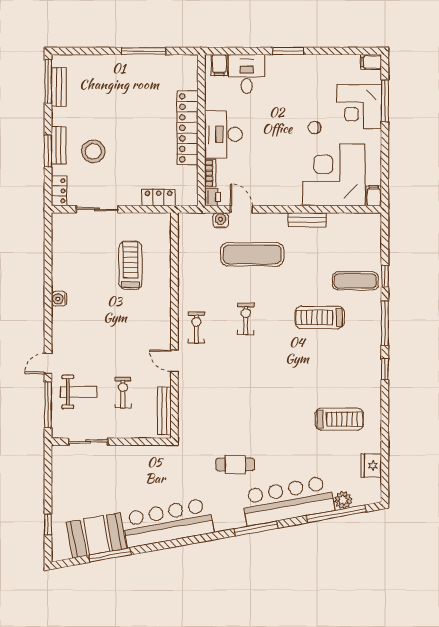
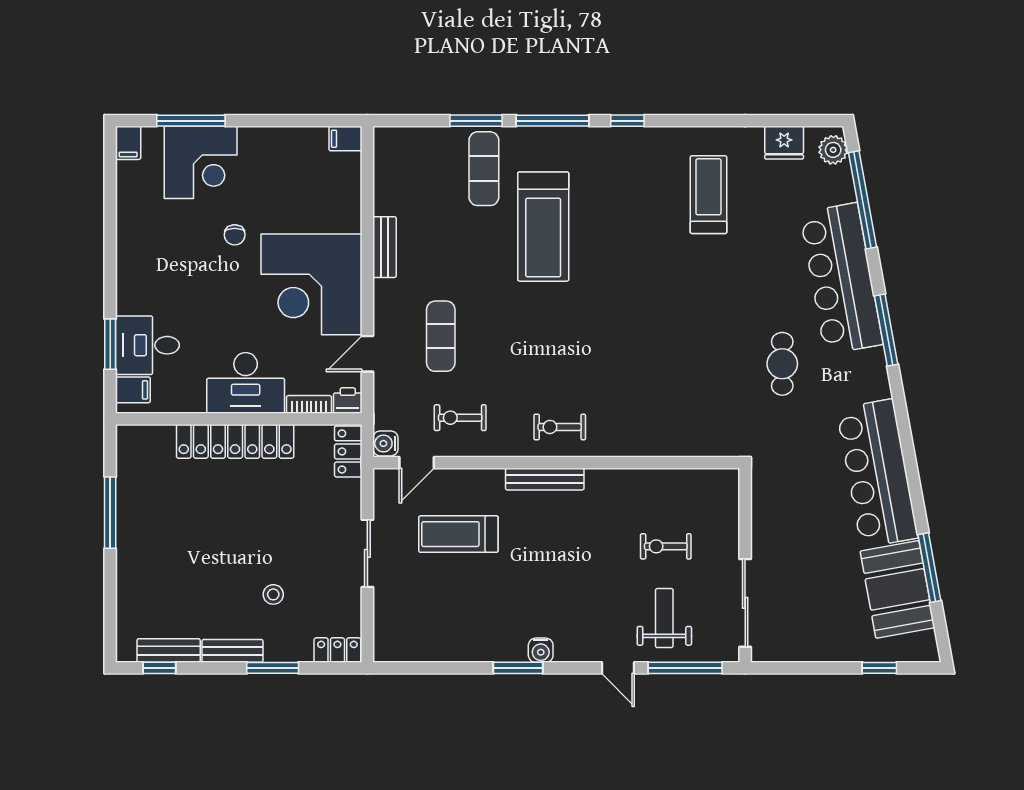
window: (288, 51) -> (110, 344), moved
window: (48, 81) -> (159, 668), width x0.46
bench: (59, 145) -> (233, 651), moved
stool: (93, 151) -> (273, 594), width x0.53, depth x0.53
corner desk: (334, 175) -> (311, 284), moved
locker: (159, 197) -> (348, 451), moved
sliding door: (97, 209) -> (367, 553), moved
water cooler: (221, 220) -> (385, 443), moved
exercise mat: (252, 254) -> (441, 336), width x0.73, depth x0.69
window: (385, 276) -> (476, 121), width x1.50
water cooler: (59, 299) -> (541, 650), moved
window: (48, 302) -> (518, 668), added
treadmill: (320, 317) -> (543, 227), width x1.37, depth x1.38
exercise bike: (246, 319) -> (460, 418), moved
door: (174, 361) -> (417, 463), moved
bench: (164, 411) -> (545, 479), moved
sliding door: (88, 442) -> (745, 603), width x1.37
plant: (343, 500) -> (833, 150), moved

